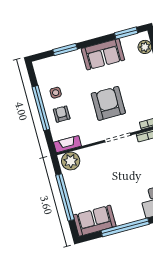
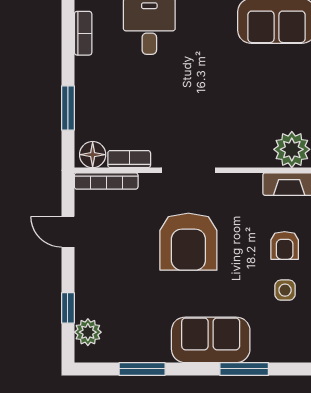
window: (126, 33) -> (142, 369), moved
sofa: (103, 54) -> (211, 340), moved

